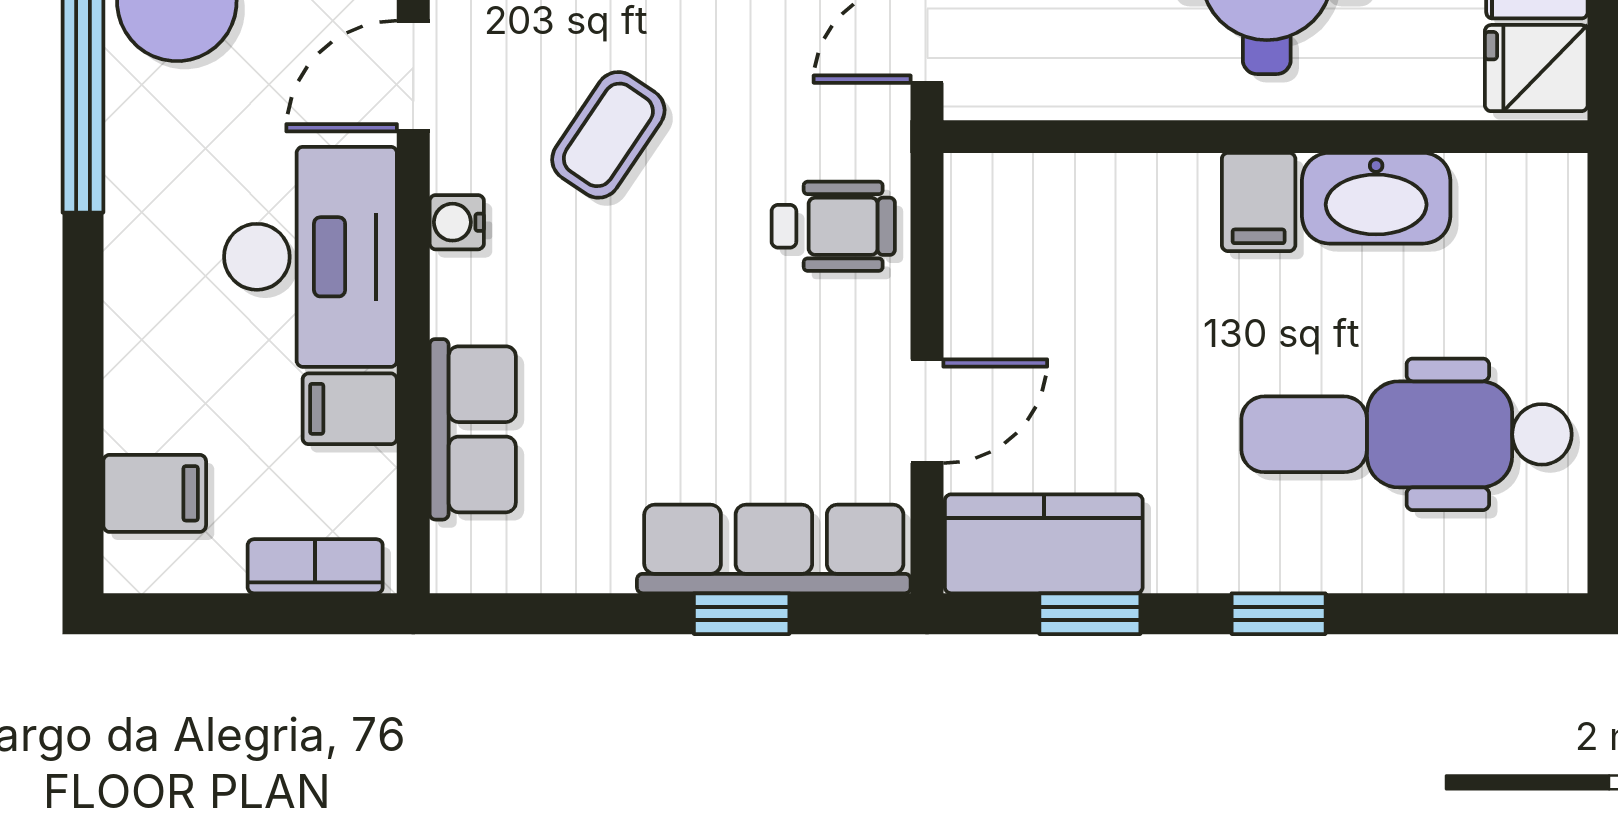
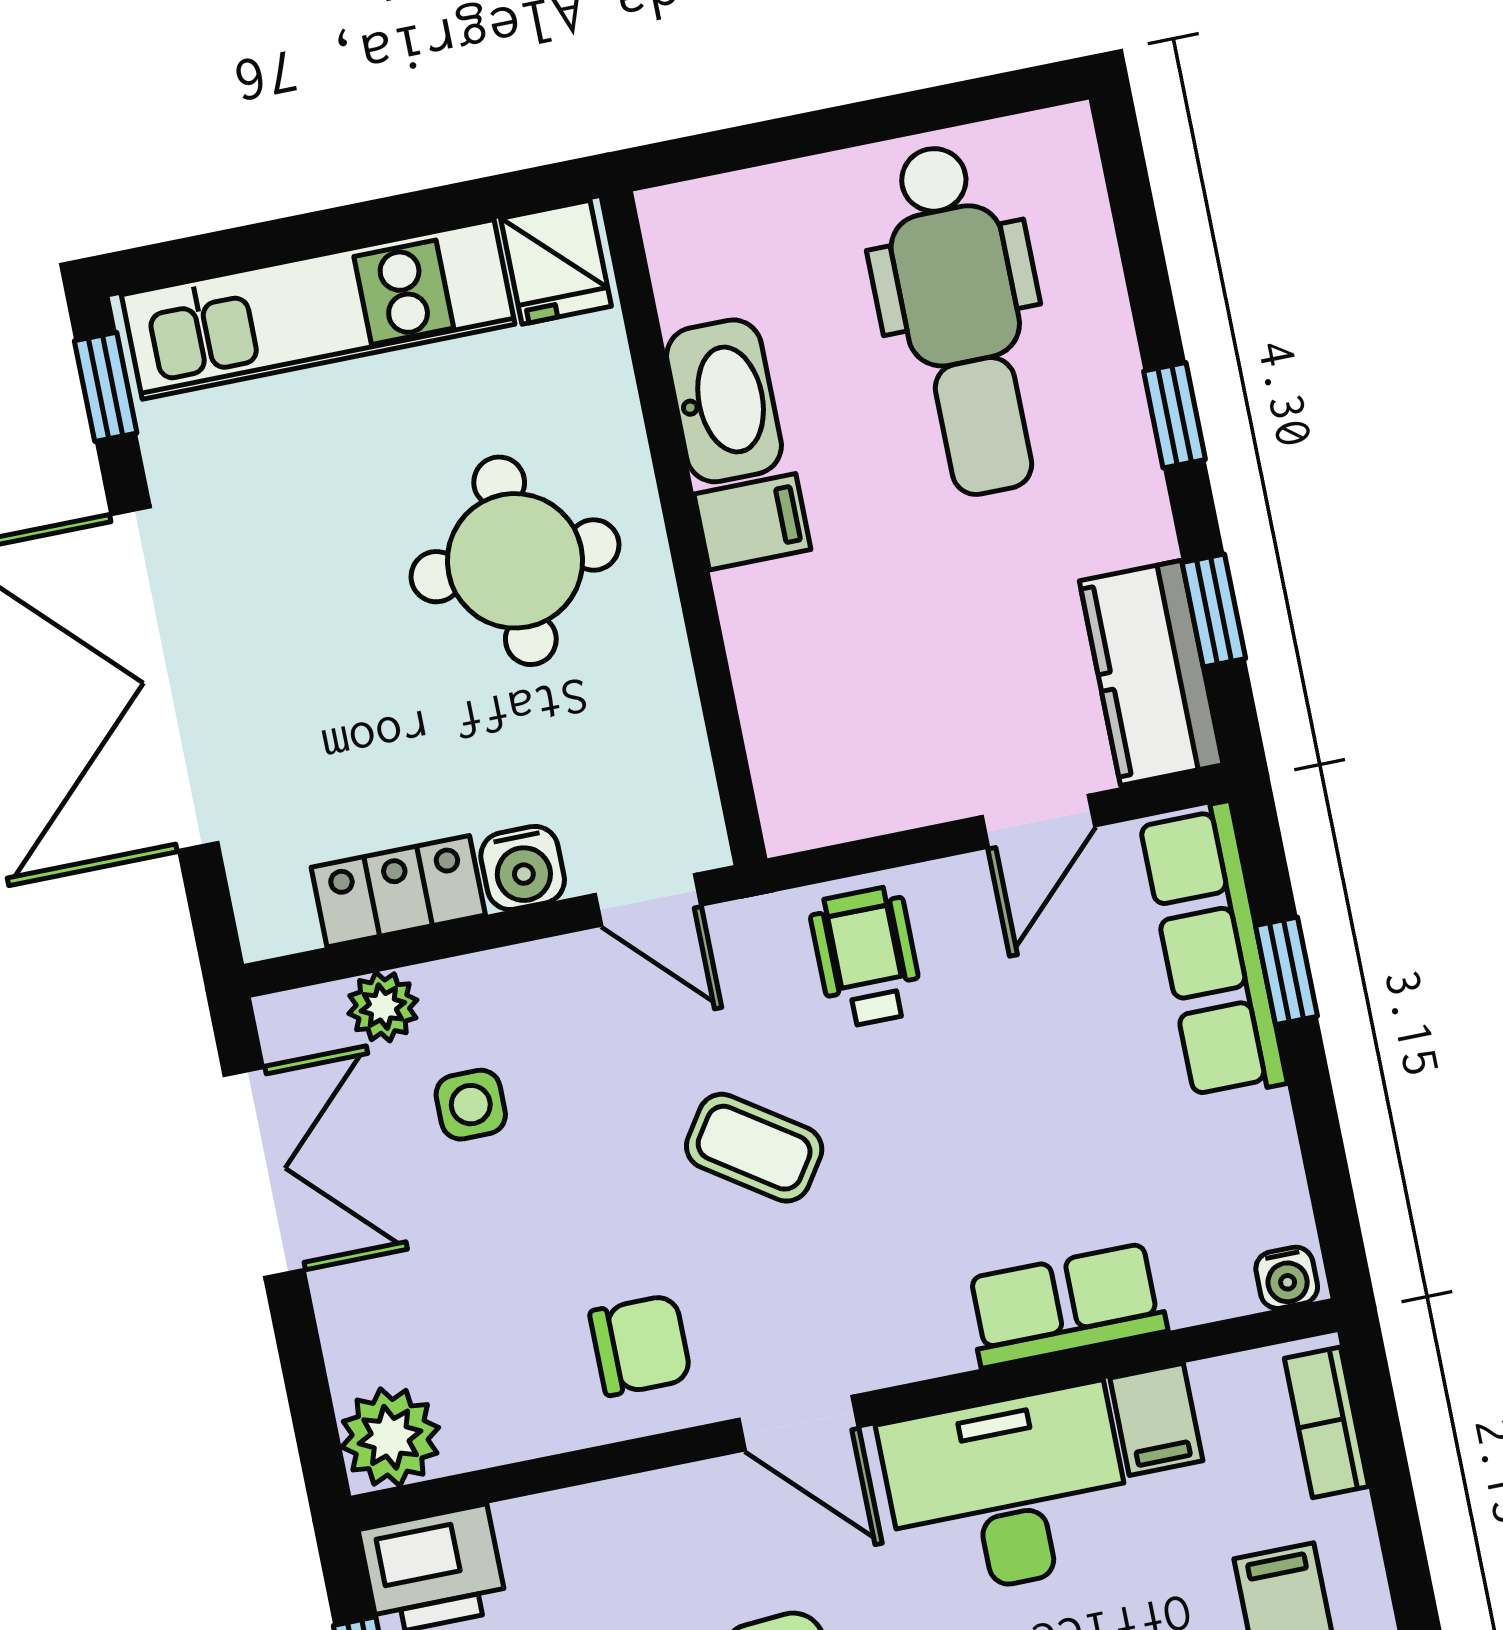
coffee table: (608, 135) -> (754, 1148), moved
water cooler: (457, 222) -> (1287, 1278), moved
door: (927, 411) -> (1038, 821), swing flipped
row of seats: (473, 429) -> (1066, 1305), moved

